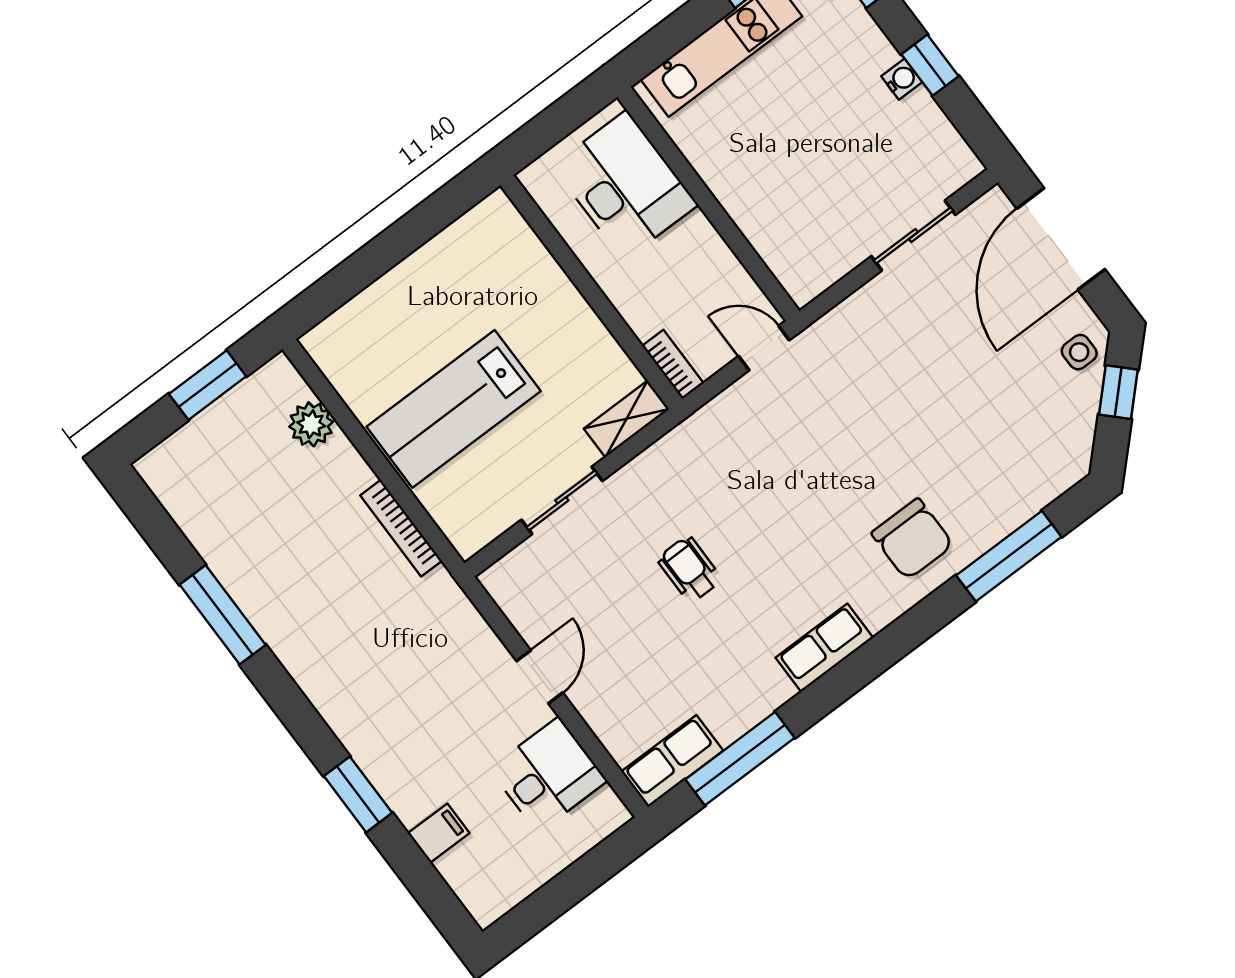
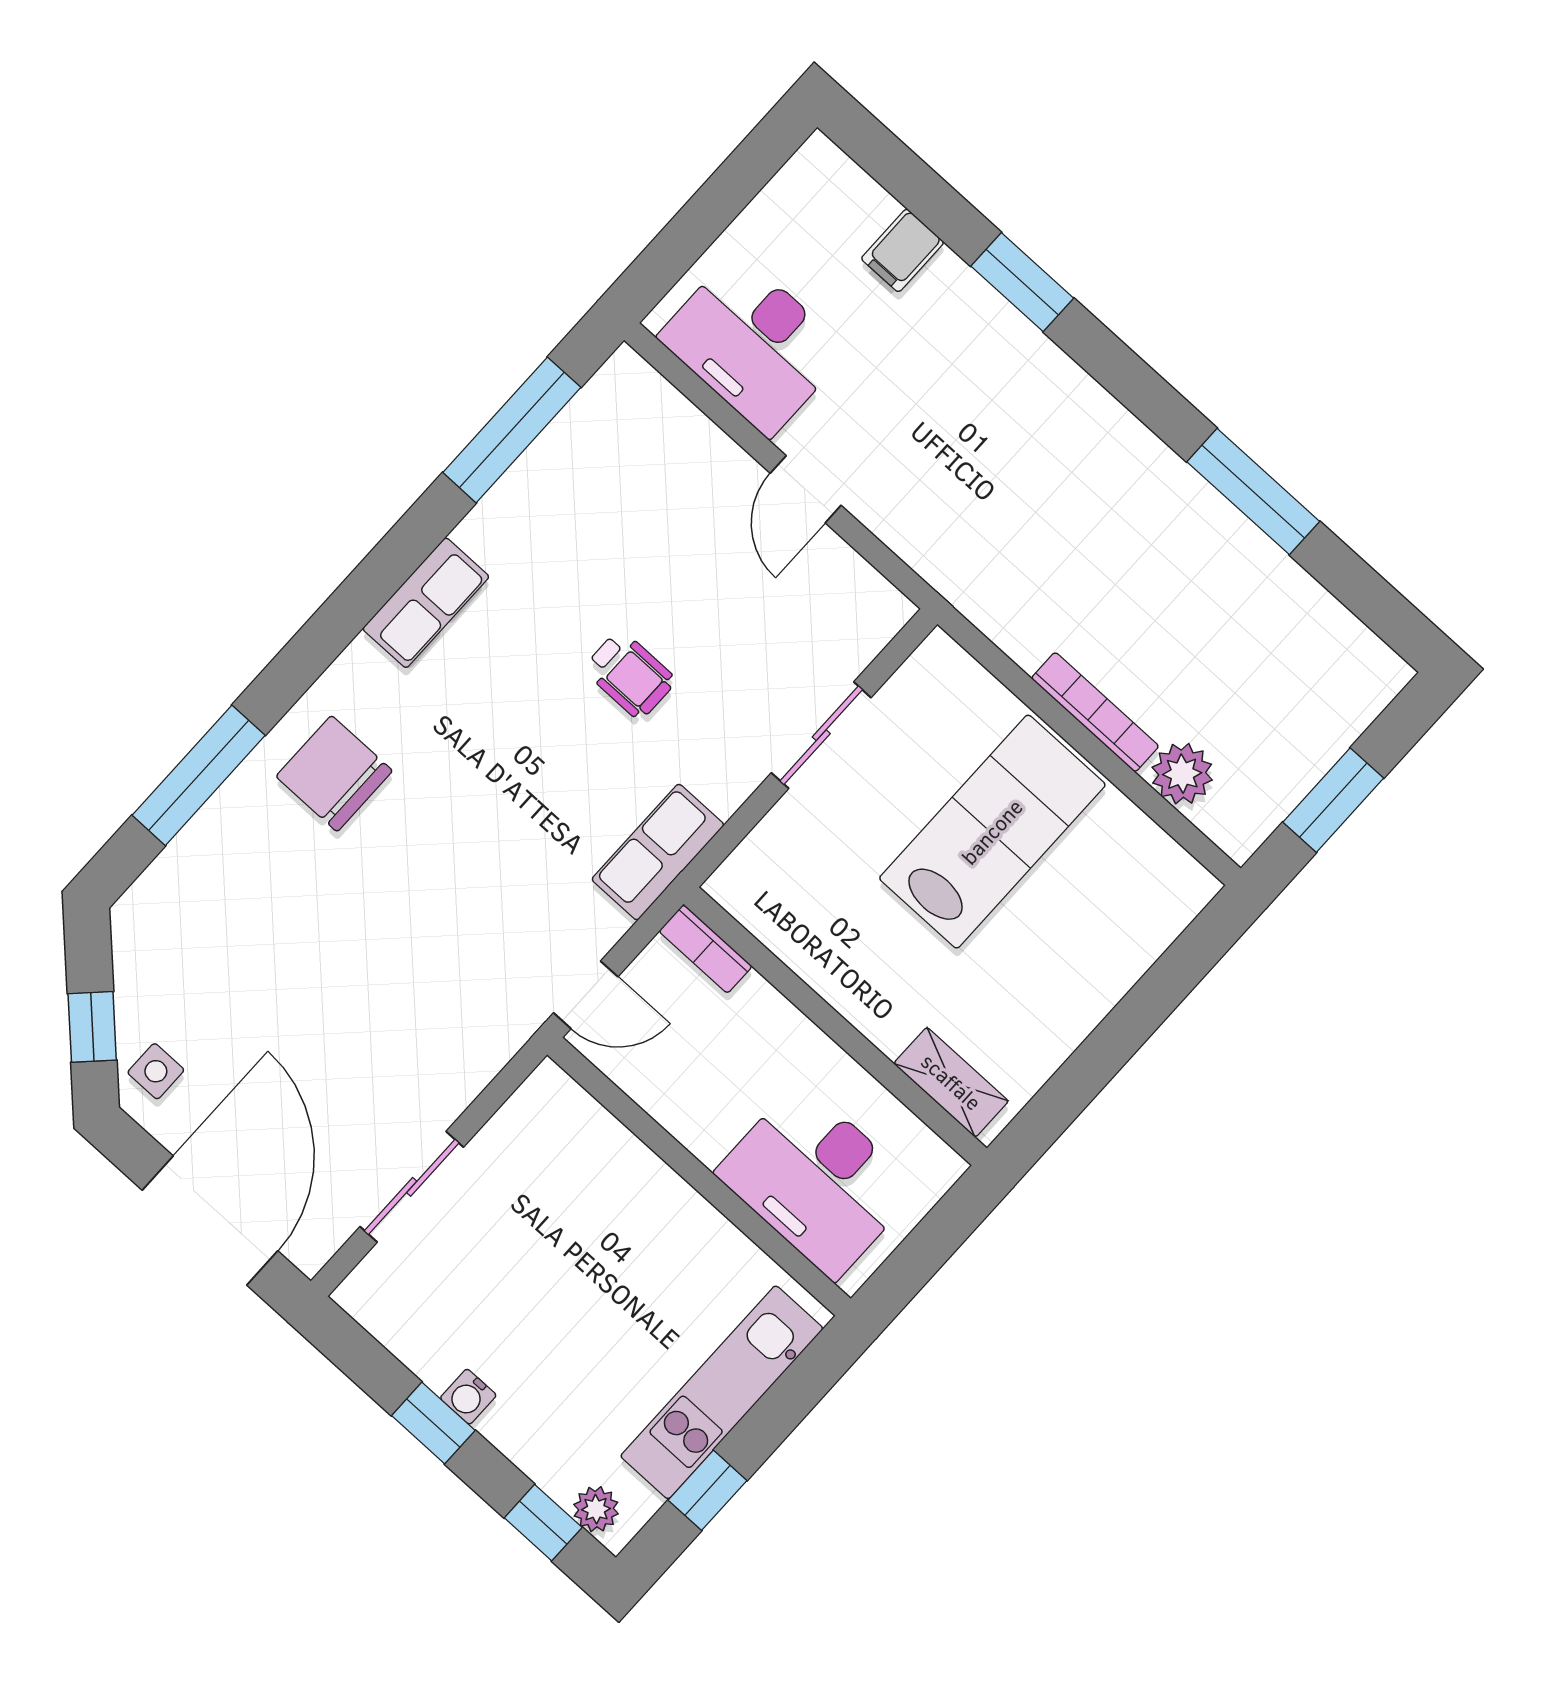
shelving: (627, 419) -> (951, 1082), moved, turned 90
bookcase: (401, 528) -> (1095, 712), moved
row of seats: (672, 761) -> (658, 852), moved, turned 180
desk: (548, 775) -> (753, 344), width x1.37

